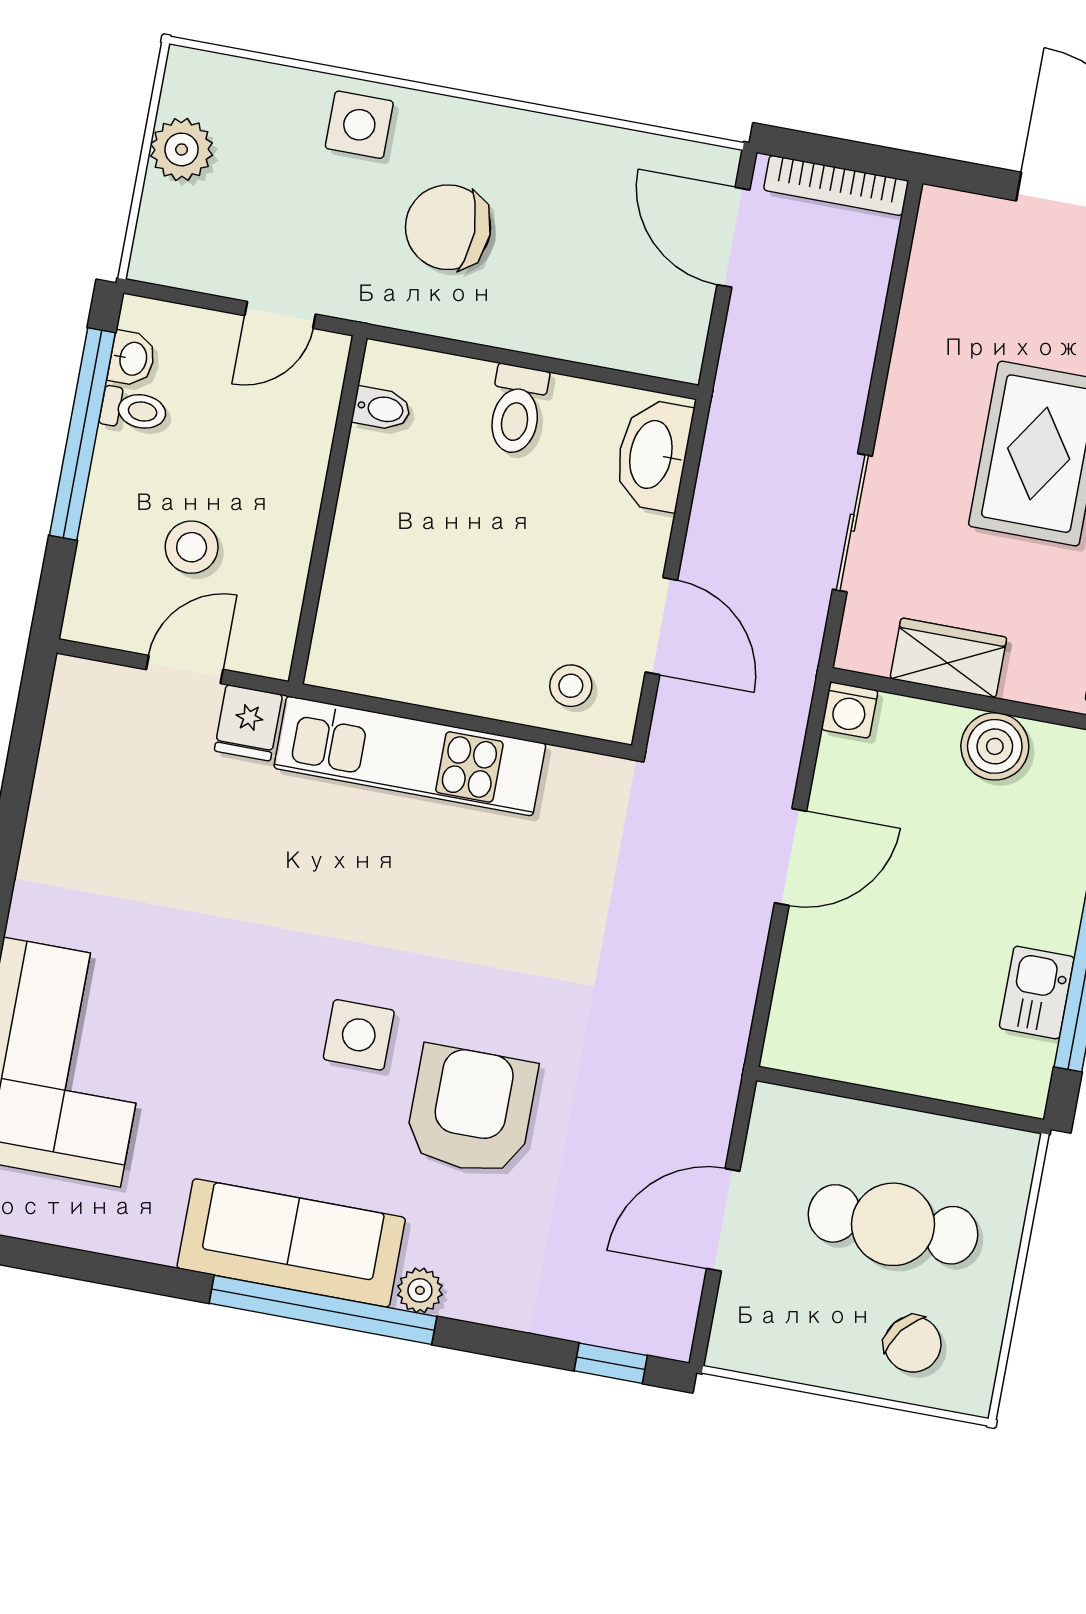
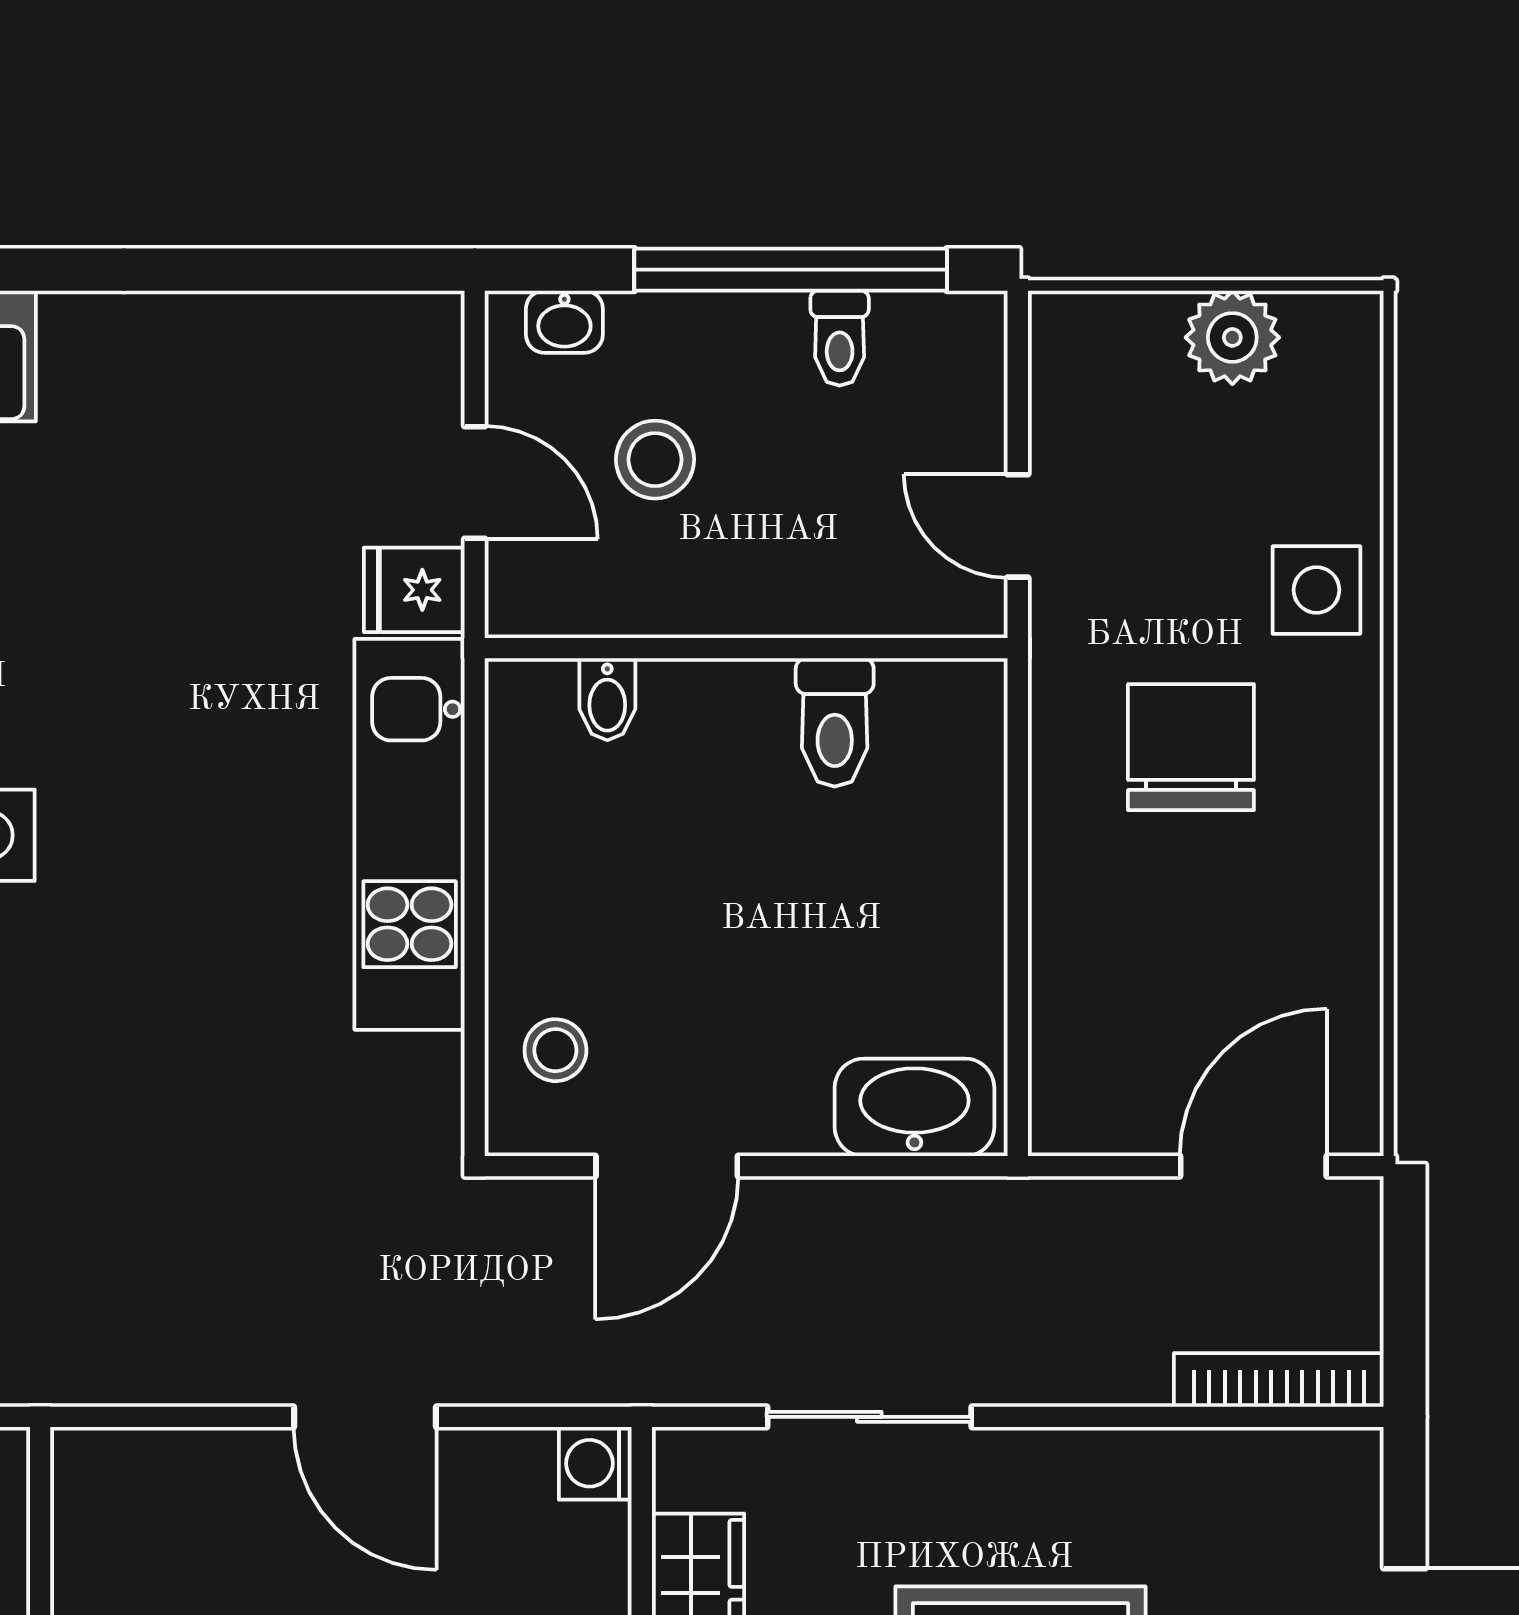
bookcase: (836, 185) -> (1279, 1380), moved, turned 90
washbasin: (132, 359) -> (564, 322), moved
bidet: (382, 409) -> (607, 699), moved
toilet: (517, 410) -> (835, 722), moved, turned -90

